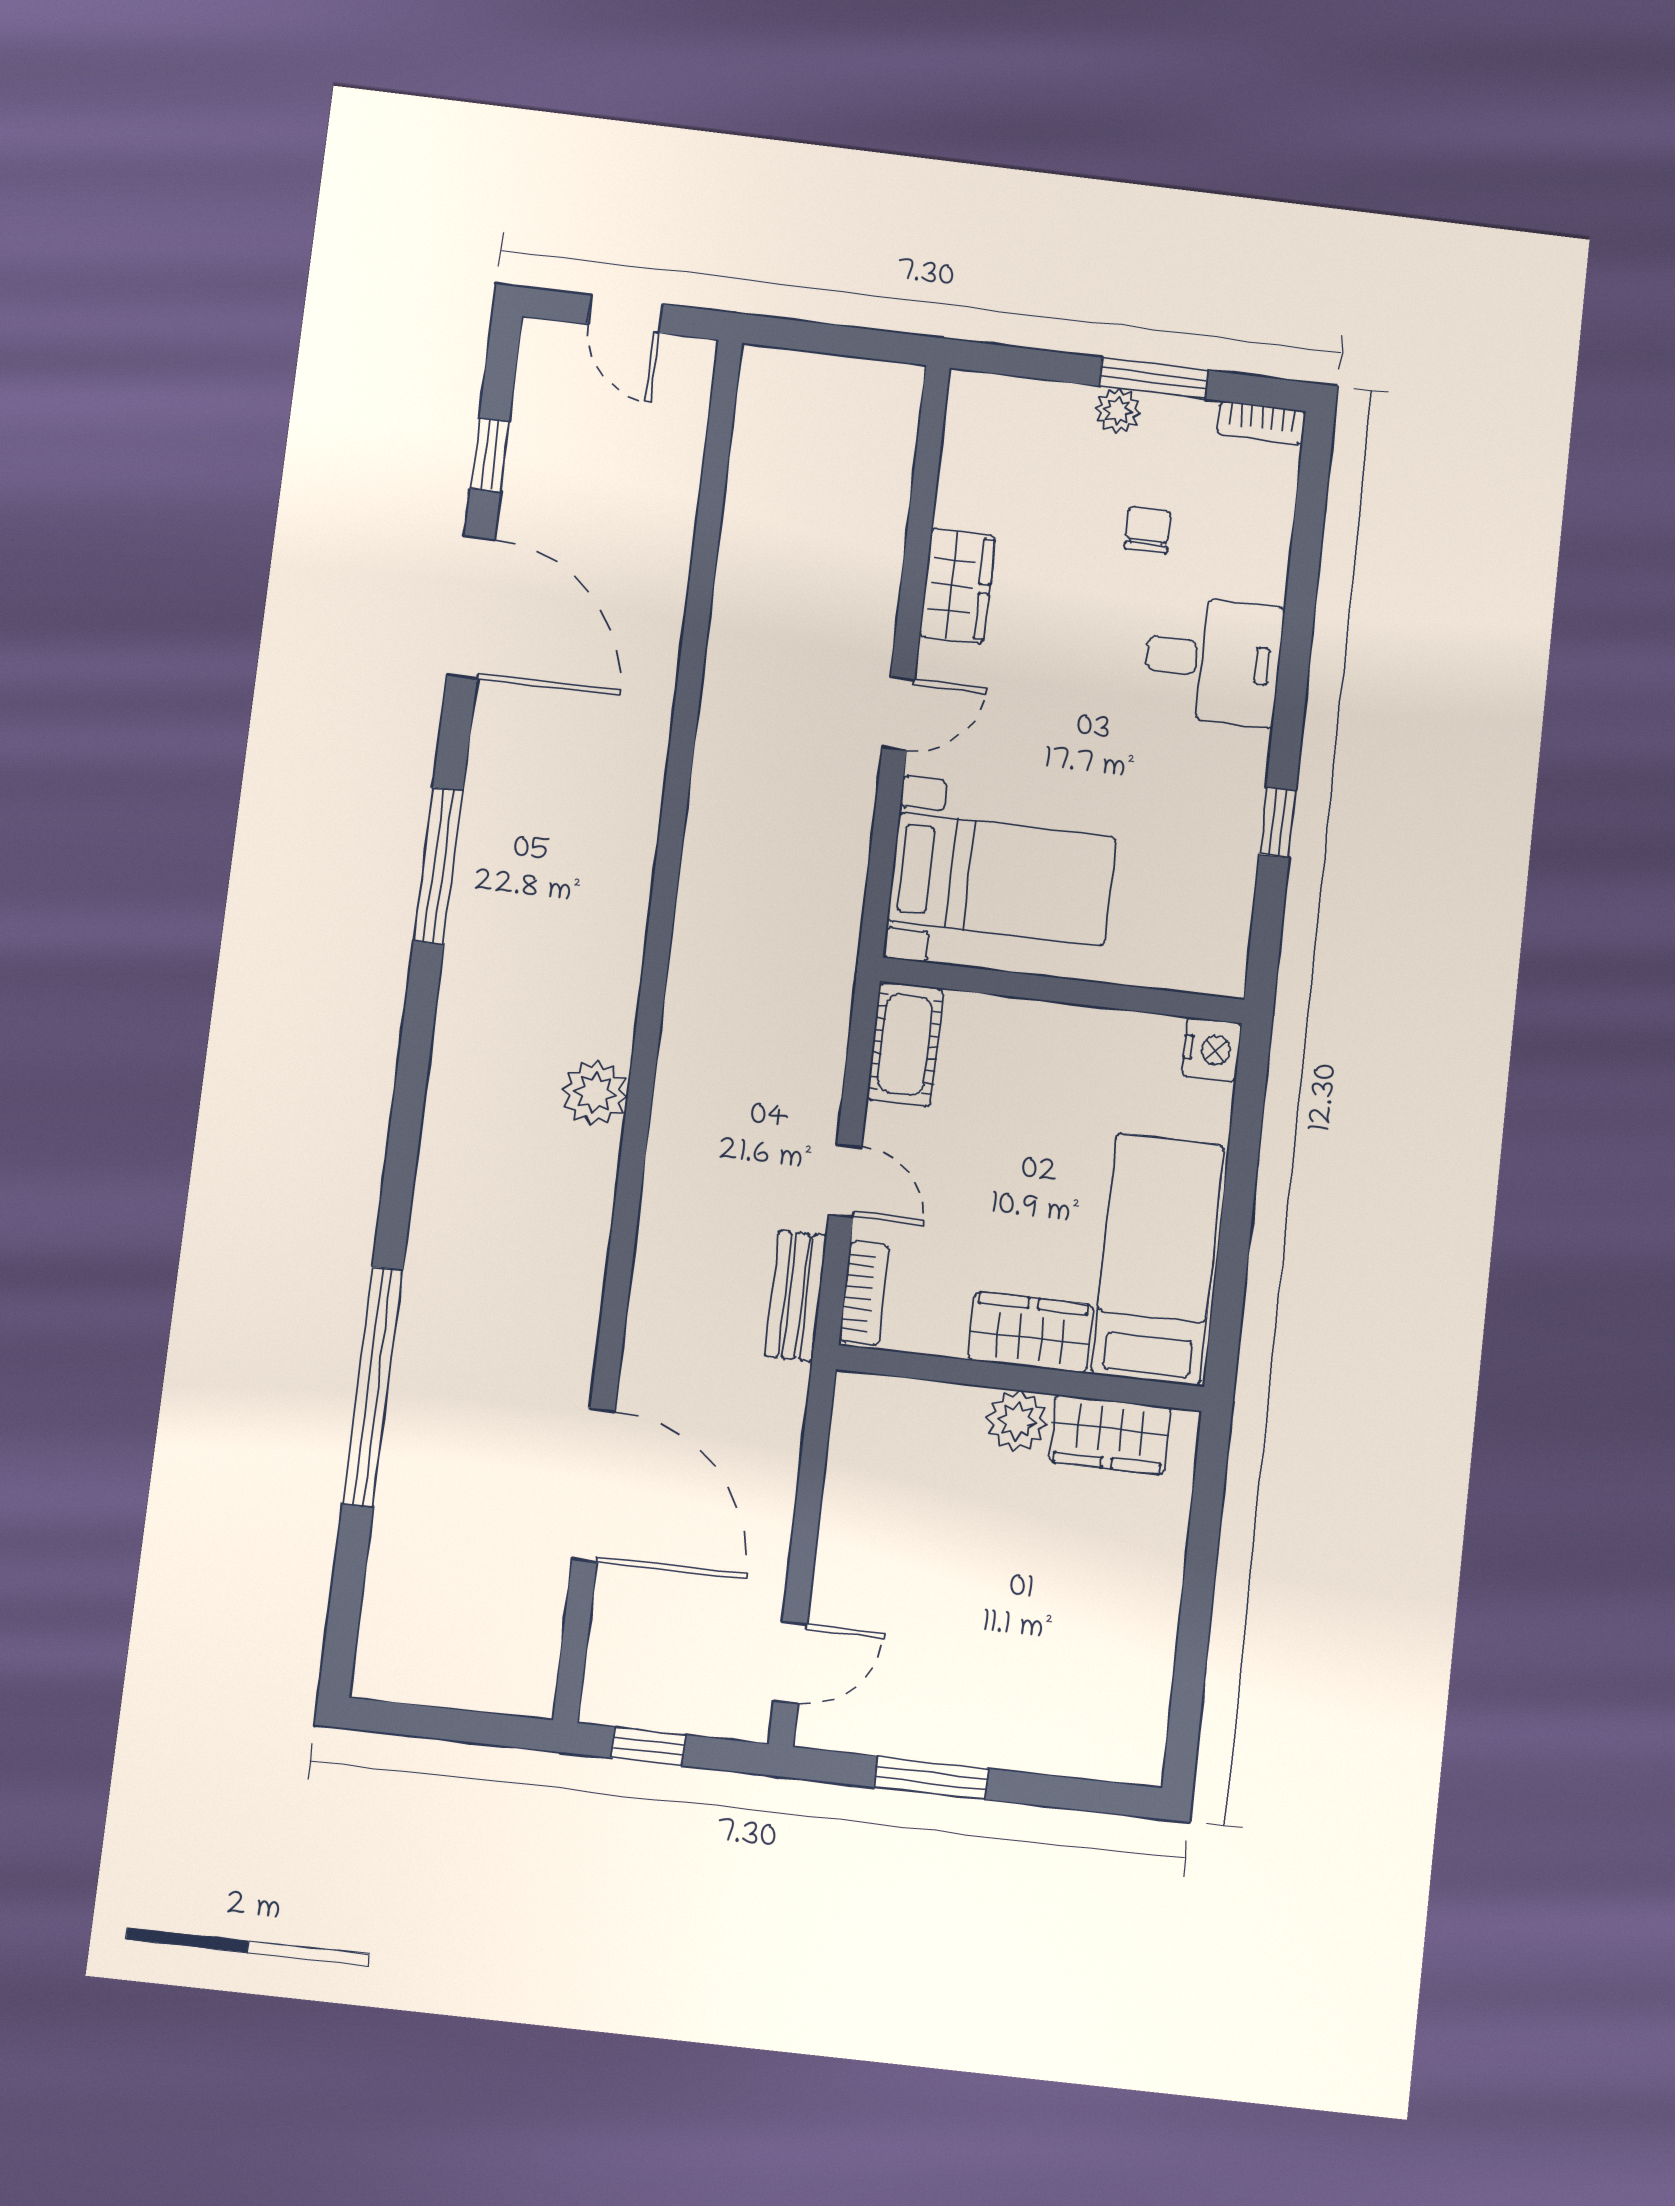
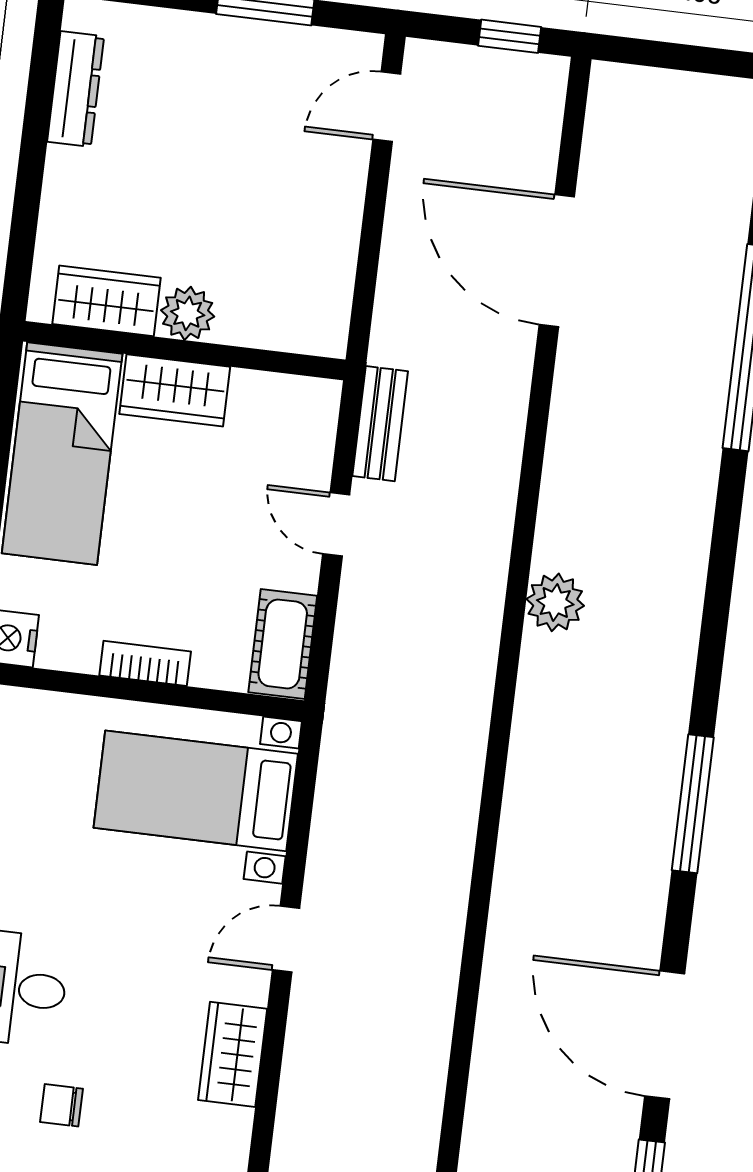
chair: (1148, 530) -> (61, 1105), turned 90
bookcase: (865, 1293) -> (145, 663), moved, turned 90
dresser: (1149, 1679) -> (76, 89), added

